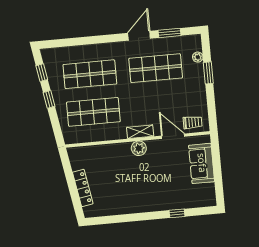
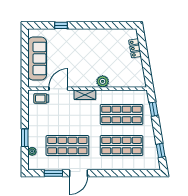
window: (49, 99) -> (154, 109), moved
door: (173, 136) -> (58, 89), swing flipped
plant: (139, 148) -> (103, 81), moved
sofa: (202, 163) -> (37, 58), width x1.36
locker: (83, 188) -> (135, 48), width x0.66

